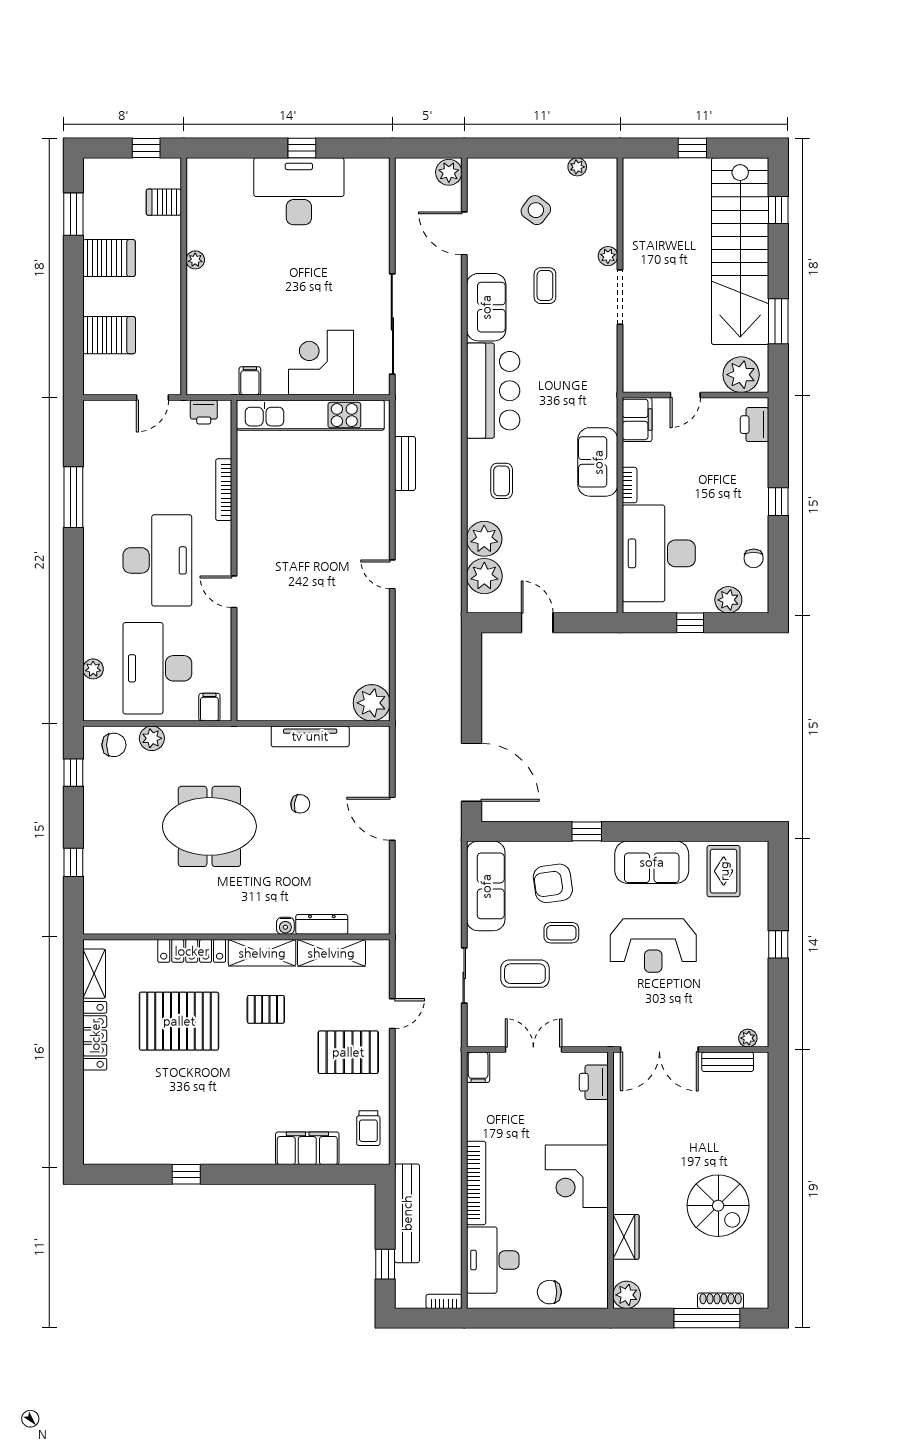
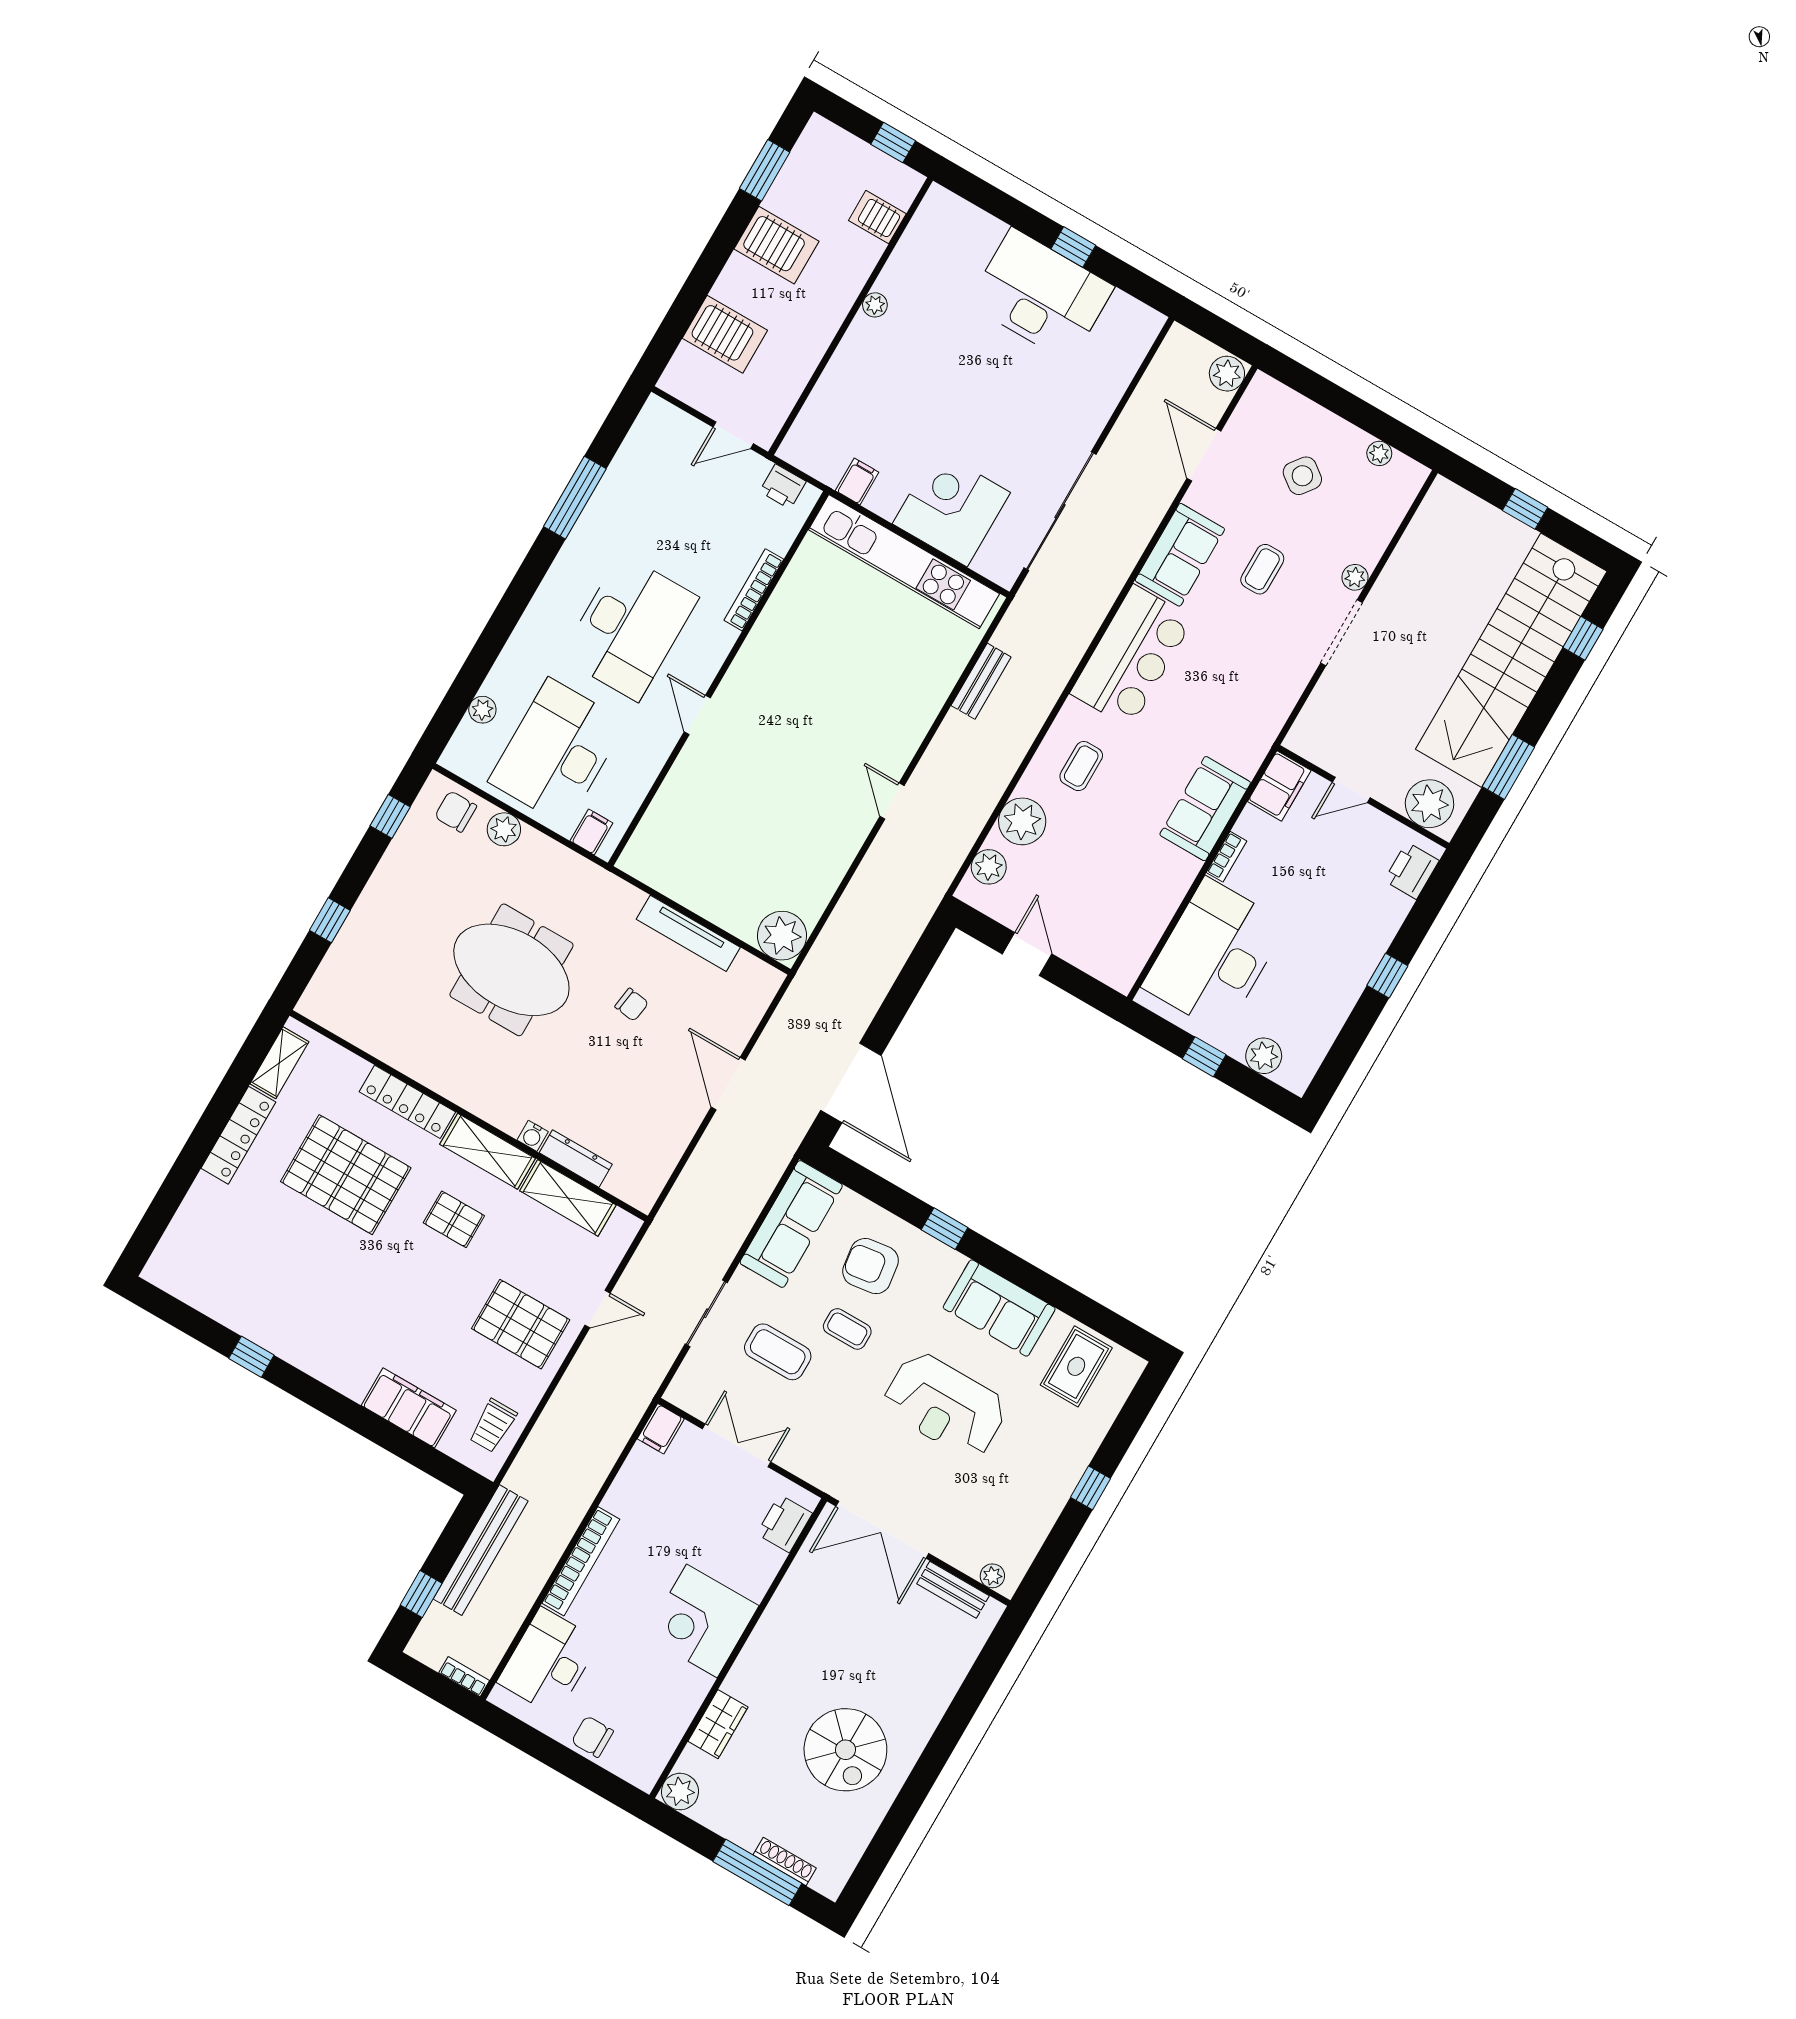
chair: (754, 558) -> (1321, 1025), removed
plant: (484, 576) -> (989, 867), width x0.73, depth x0.73
chair: (114, 745) -> (456, 811), turned 180

